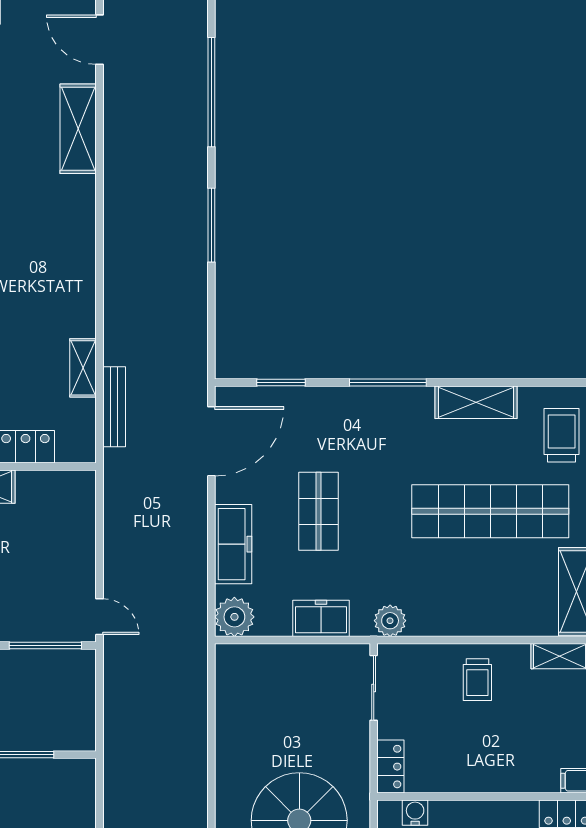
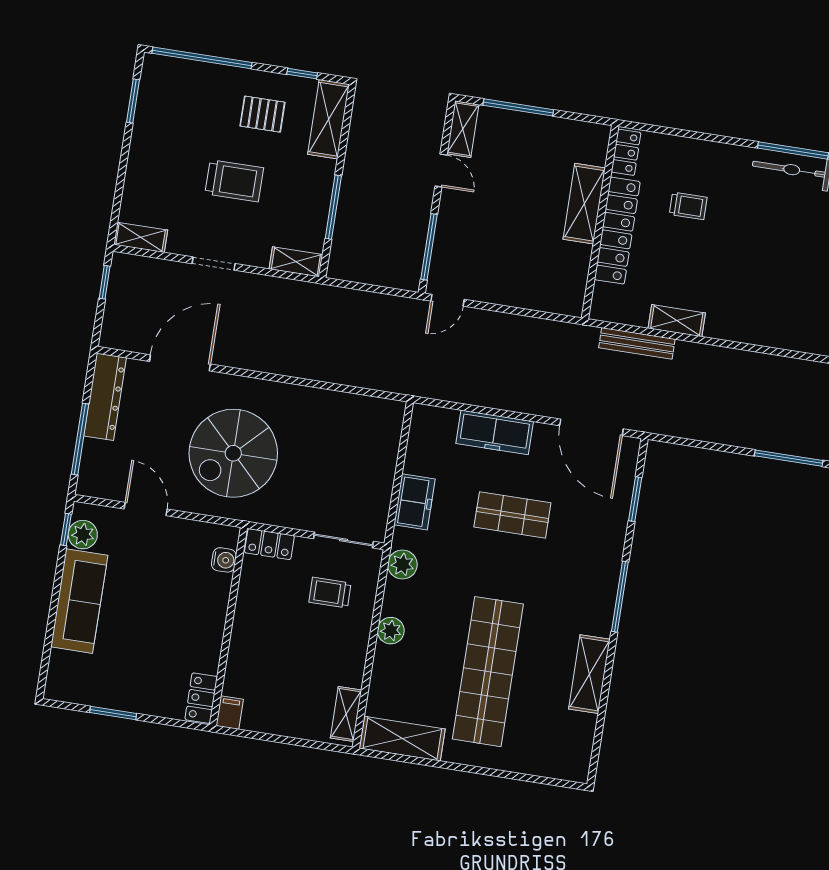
trolley: (562, 435) -> (547, 747), removed
plant: (234, 617) -> (391, 631), moved, width x0.73, depth x0.73
trolley: (477, 680) -> (330, 593), moved
shelving: (84, 785) -> (296, 262), added

